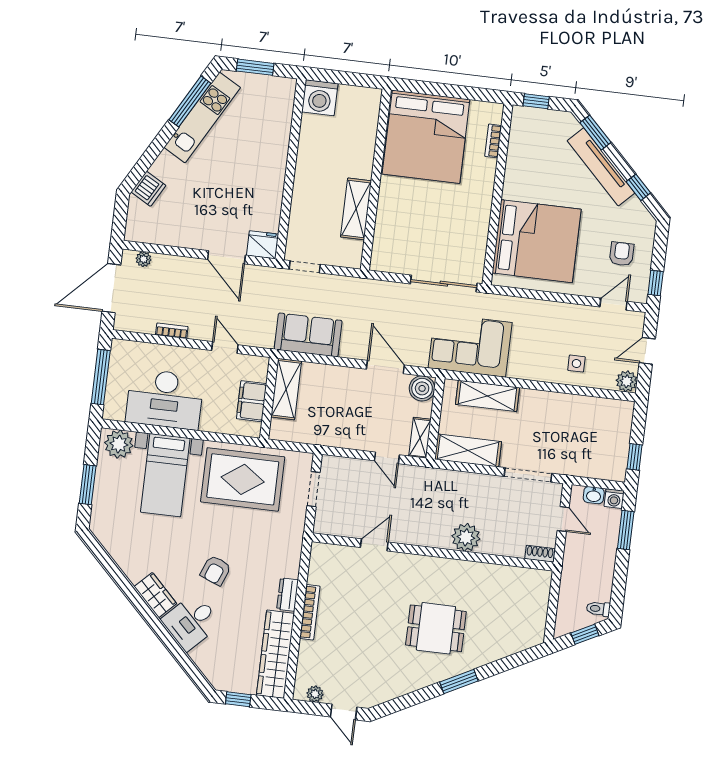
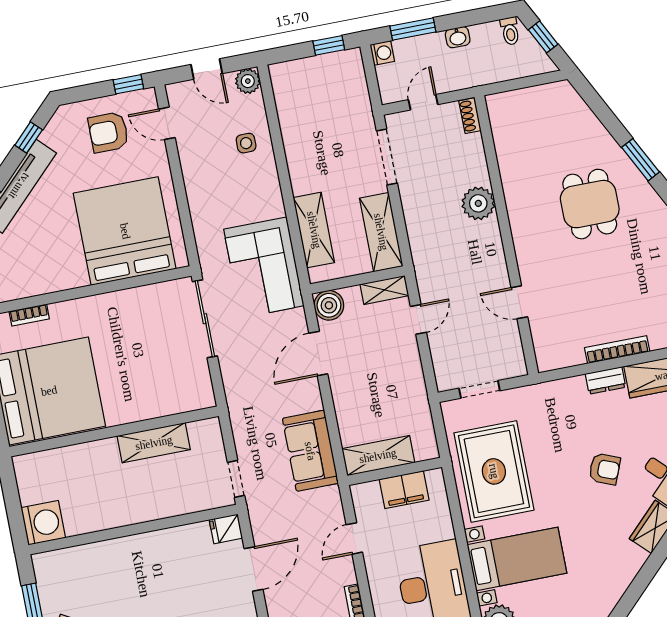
fridge: (262, 245) -> (226, 529), width x0.72
armchair: (622, 254) -> (108, 132), width x1.38, depth x1.38
washbasin: (594, 495) -> (458, 37), moved, turned 90

